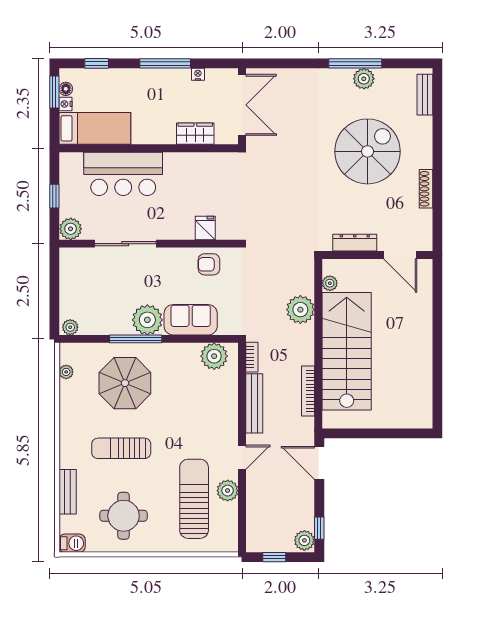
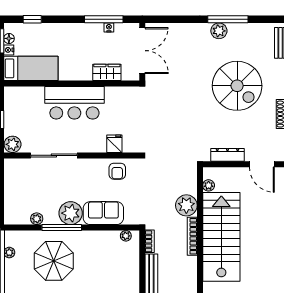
window: (165, 63) -> (104, 19), moved
plant: (364, 79) -> (219, 31), moved
spiral stairs: (367, 151) -> (237, 86), turned 90
bar counter: (123, 174) -> (74, 103), moved
armchair: (209, 264) -> (117, 171), turned -90
plant: (70, 327) -> (37, 219), moved
plant: (214, 356) -> (126, 236), width x0.53, depth x0.53
bookcase: (308, 391) -> (192, 236), moved

